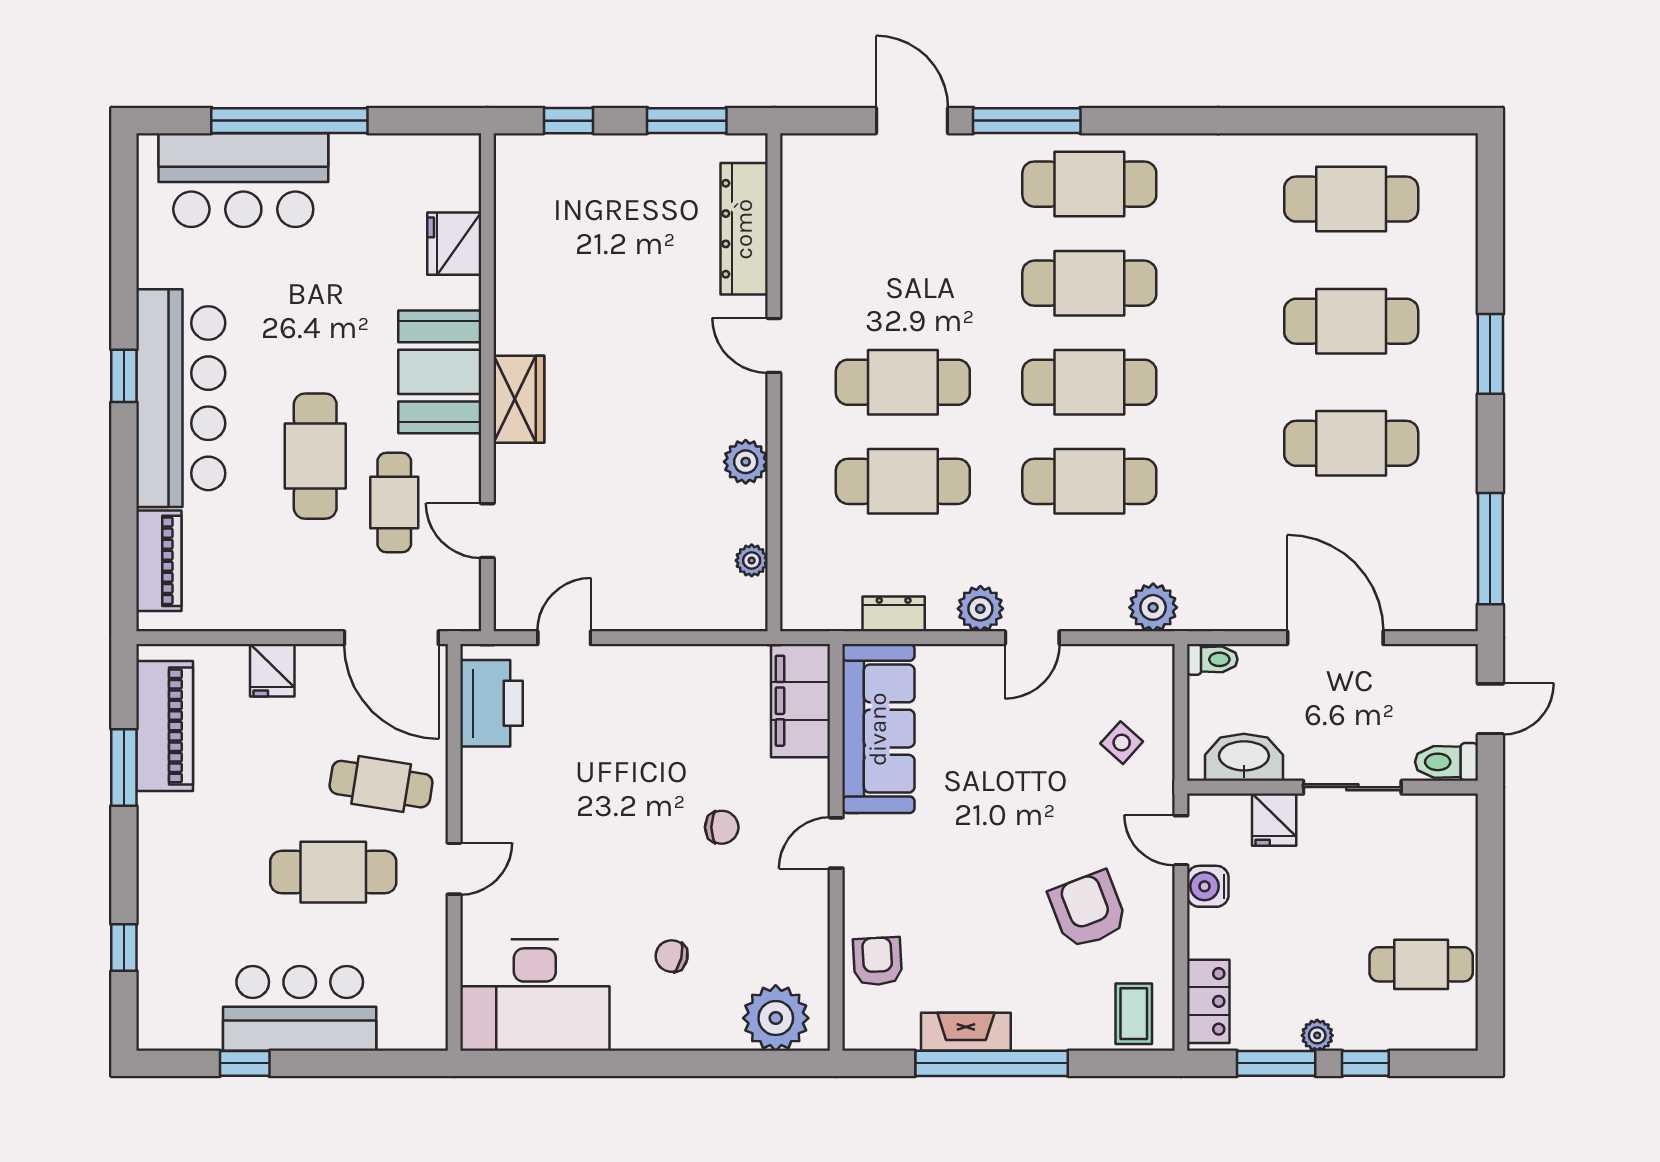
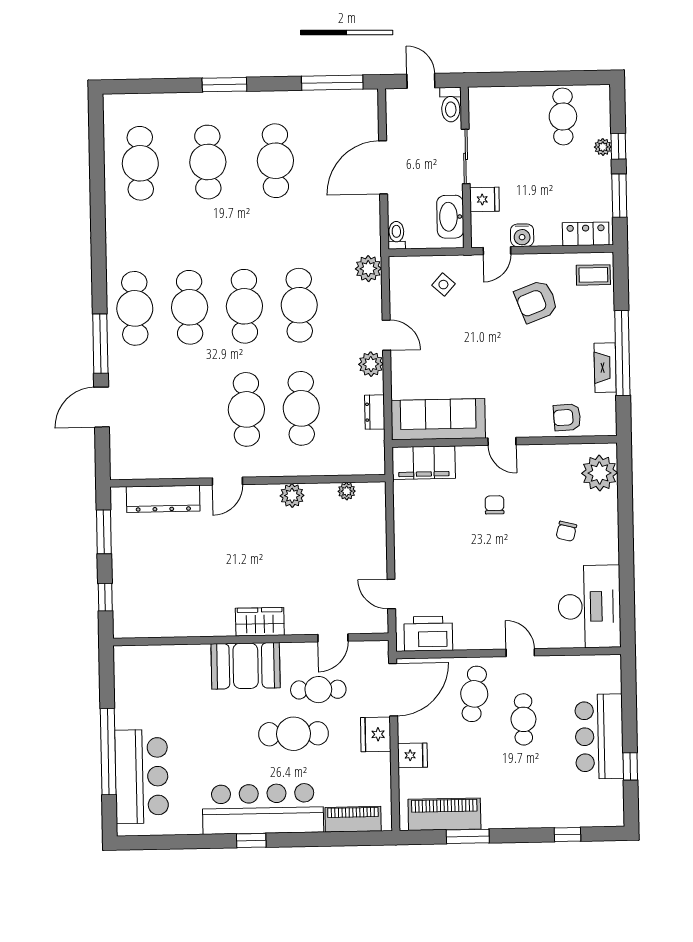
fridge: (454, 244) -> (376, 734), moved, turned 90
cafe table: (333, 872) -> (523, 719), width x0.73, depth x0.74
plant: (1317, 1035) -> (603, 147), moved

